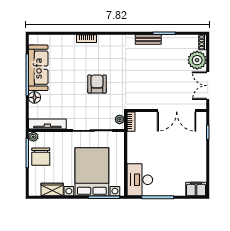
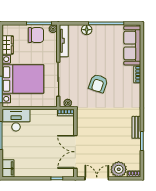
sofa: (38, 68) -> (132, 45), moved, turned 90
armchair: (97, 84) -> (98, 83), turned 109
chair: (41, 157) -> (36, 35), turned 180

